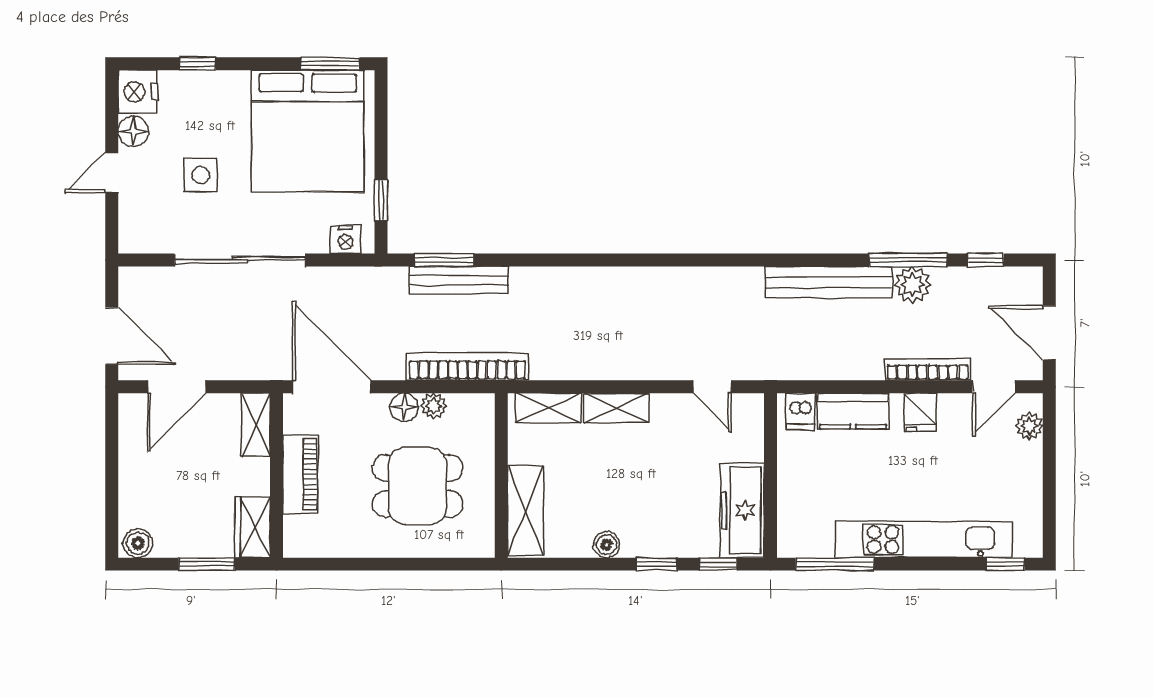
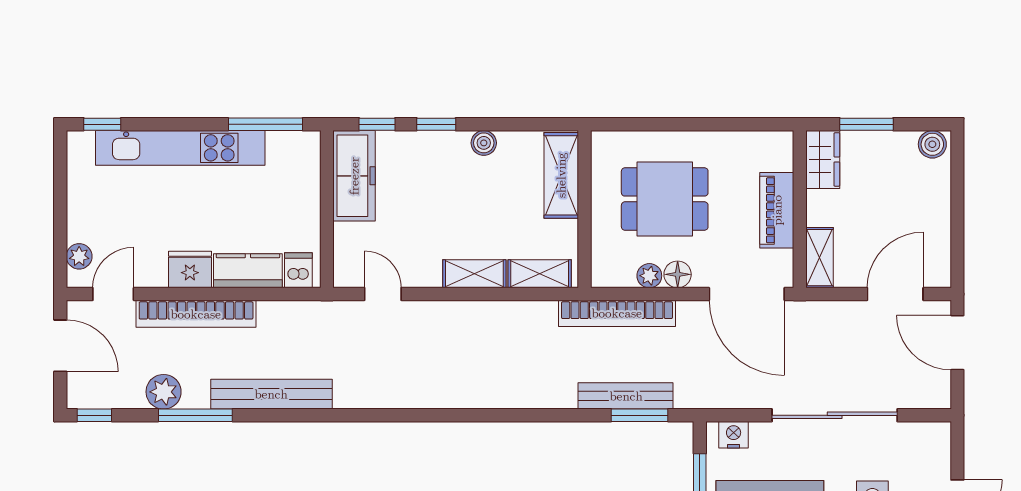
window: (986, 260) -> (94, 415), moved
plant: (913, 285) -> (164, 392), moved
bookcase: (928, 370) -> (196, 314), width x1.48, depth x1.31
fridge: (920, 412) -> (190, 270), width x1.38

